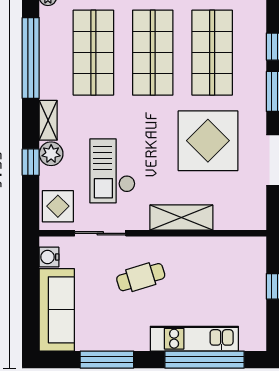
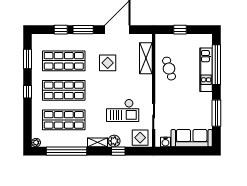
display table: (208, 141) -> (108, 63), width x0.54, depth x0.54
shelving: (181, 218) -> (146, 58), moved
cafe table: (141, 277) -> (169, 69), moved

